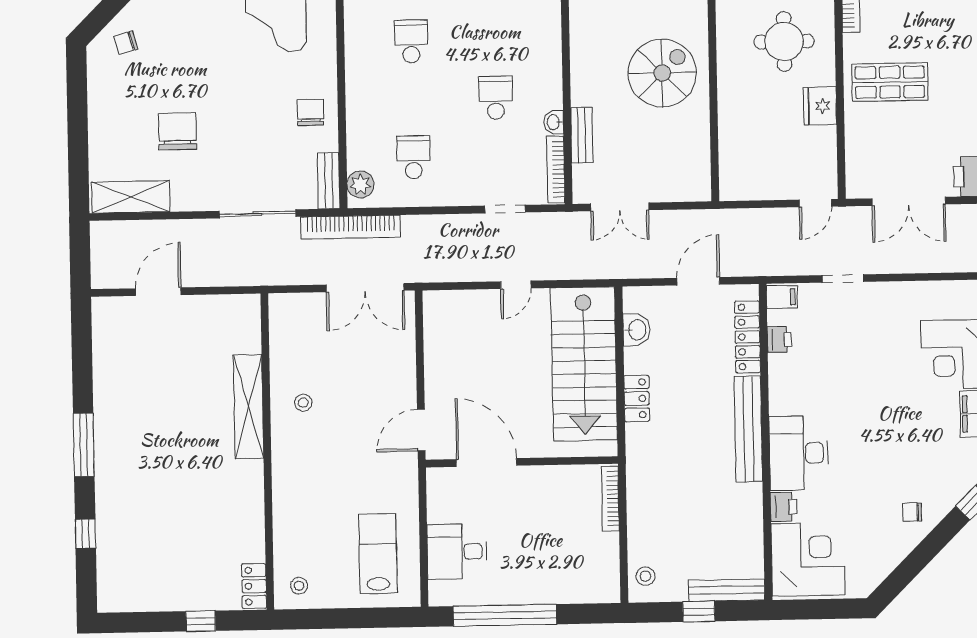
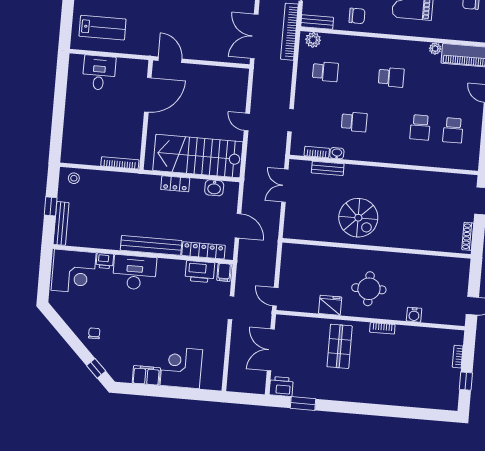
bookcase: (556, 170) -> (317, 152), width x0.64
printer: (779, 340) -> (200, 272), width x1.87, depth x1.48
window: (505, 615) -> (60, 96), removed

